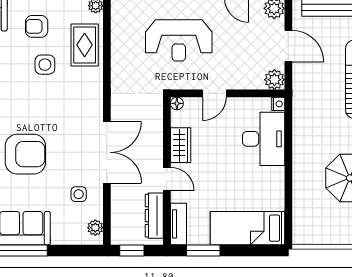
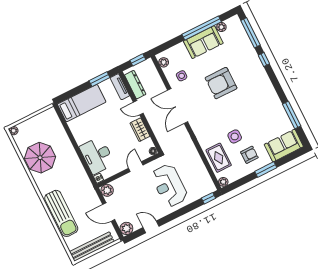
reception desk: (179, 40) -> (169, 186), turned -90

